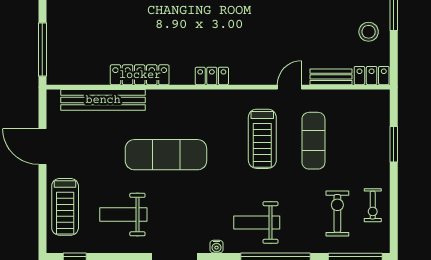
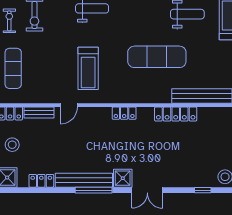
treadmill: (262, 139) -> (88, 68), turned 180
exercise mat: (313, 141) -> (13, 68), moved

